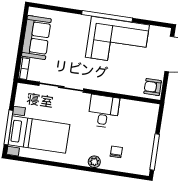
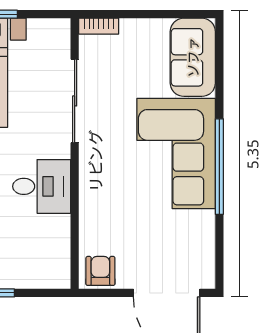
sofa: (36, 38) -> (193, 57), moved, turned 90
corner sofa: (117, 41) -> (176, 154), moved

